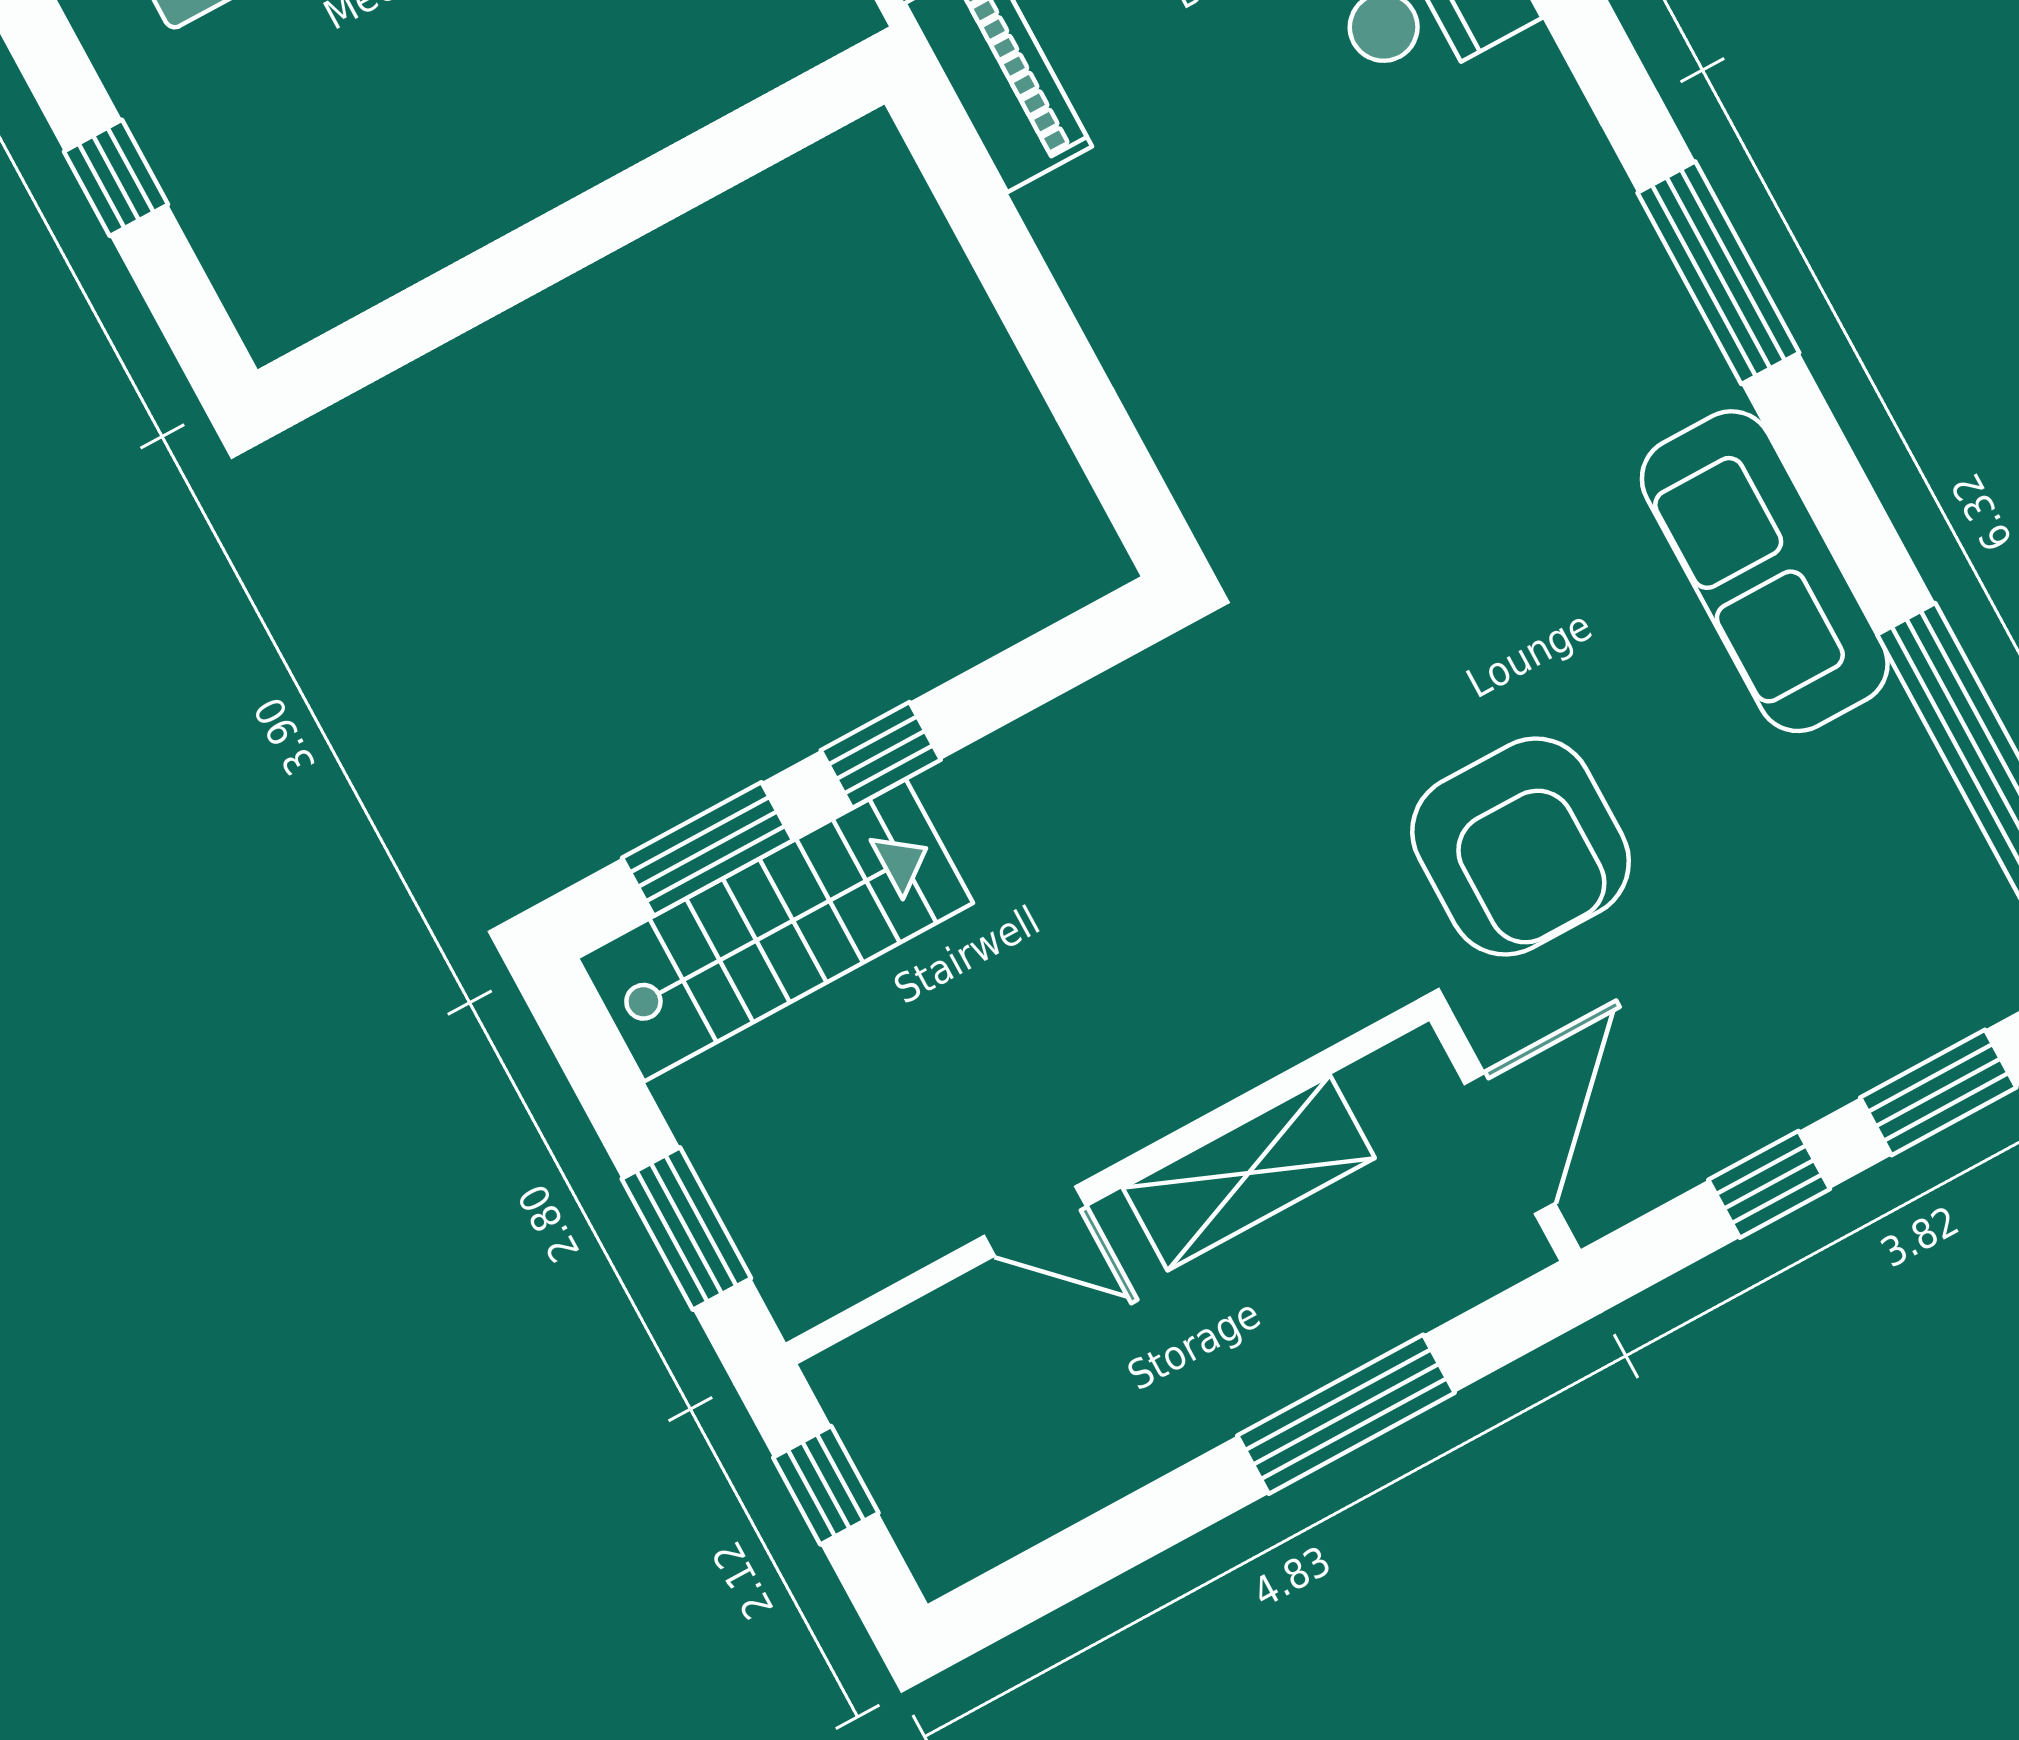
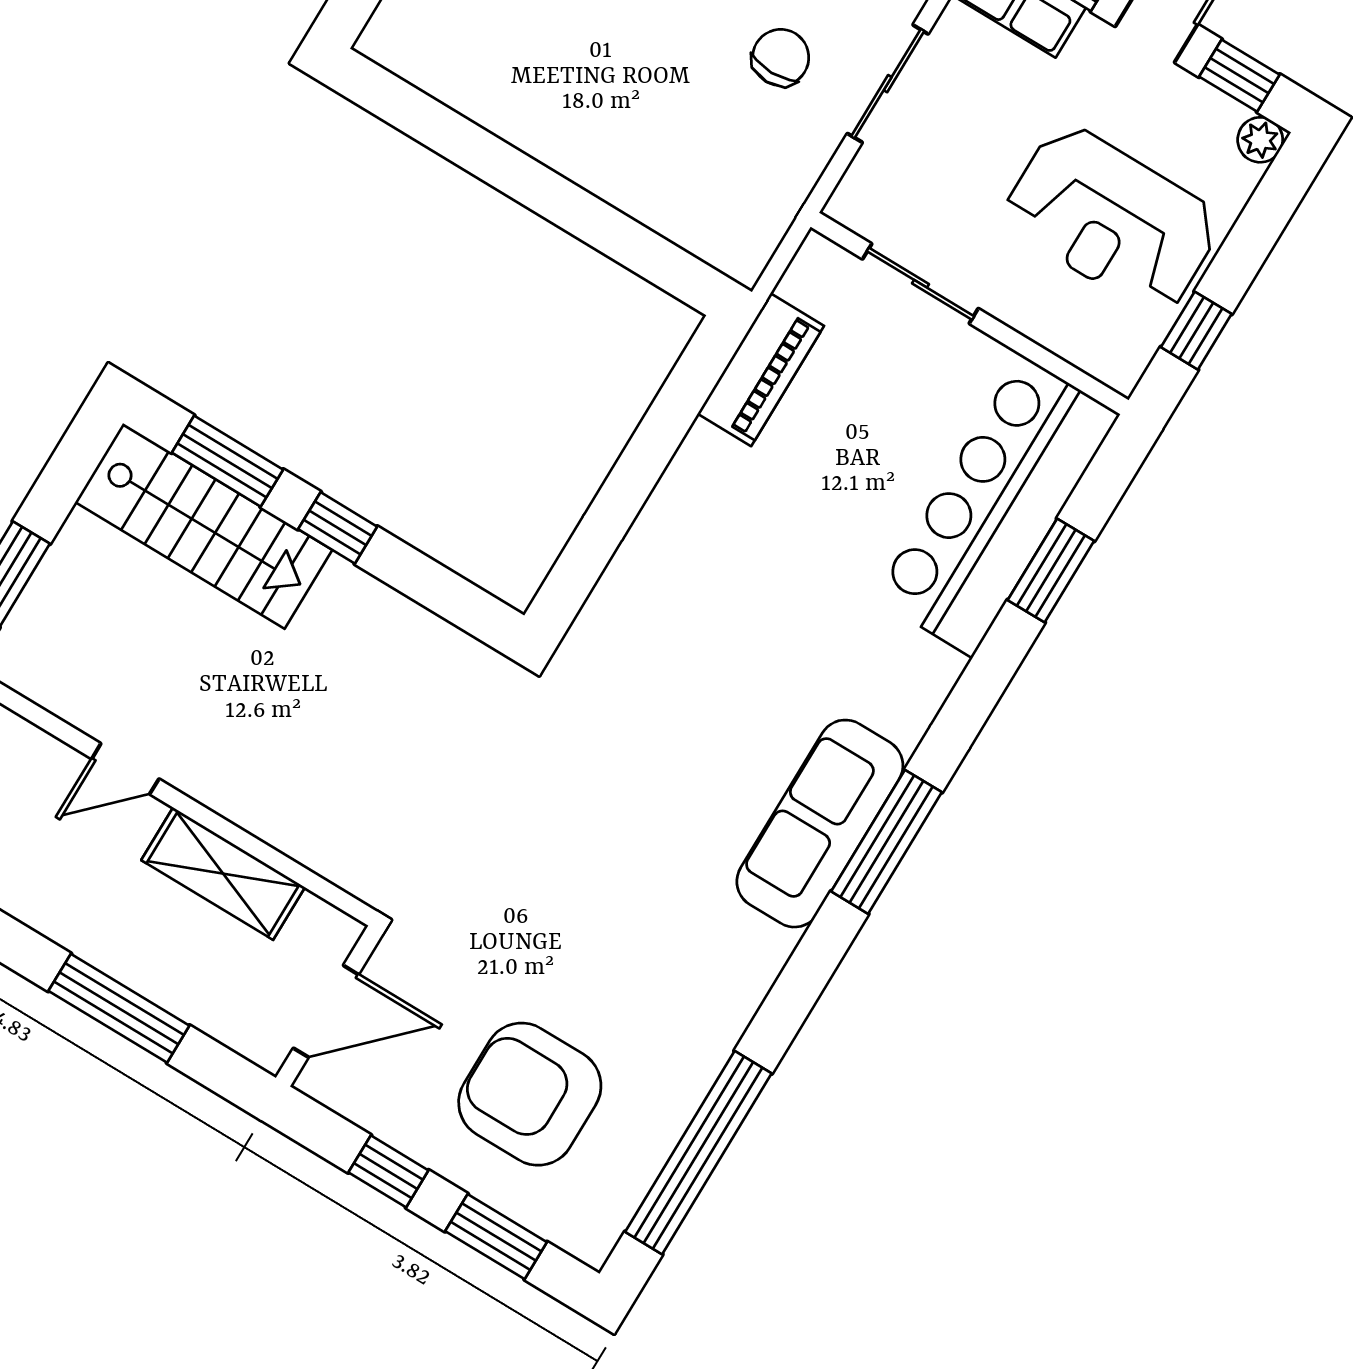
sofa: (1765, 571) -> (820, 824), moved
armchair: (1521, 847) -> (530, 1094), moved, turned 90
door: (1035, 1221) -> (125, 769), hinge flipped

